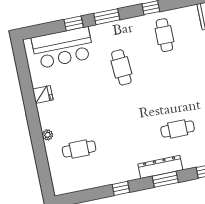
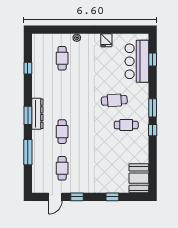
window: (107, 17) -> (153, 108), moved
window: (74, 23) -> (153, 60), moved
cafe table: (164, 35) -> (126, 125), moved
window: (121, 188) -> (28, 68), moved

